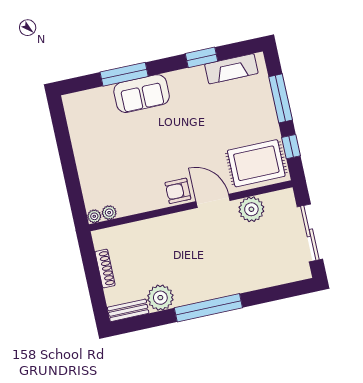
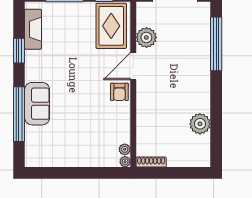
window: (124, 74) -> (19, 114), width x1.46
shoe rack: (105, 269) -> (151, 162), moved
window: (208, 308) -> (216, 44), moved
bench: (128, 310) -> (204, 151), removed

